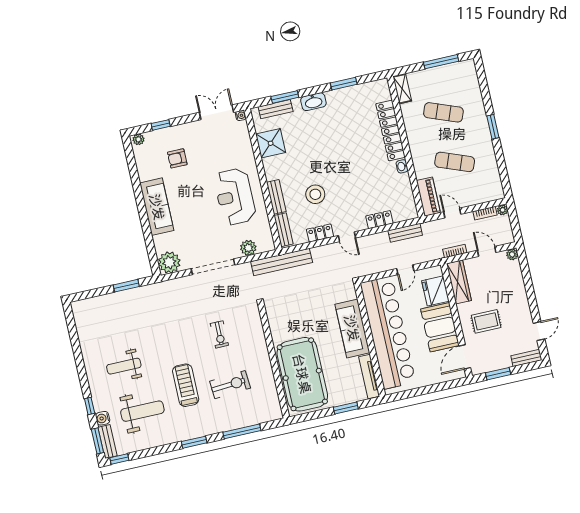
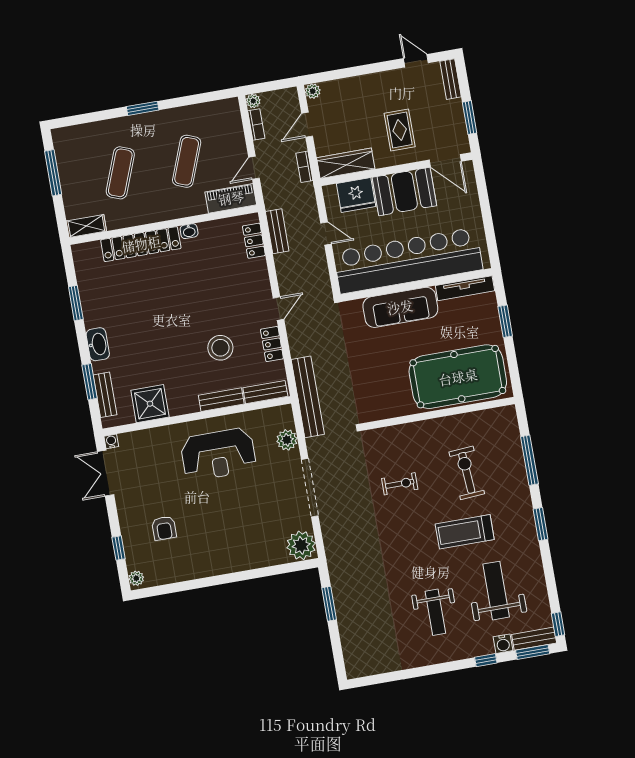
sofa: (157, 207) -> (227, 558), removed
locker: (379, 220) -> (254, 241), moved

